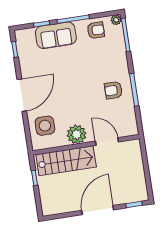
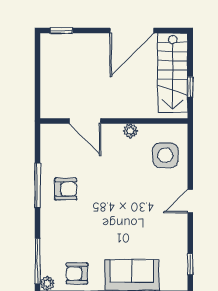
door: (22, 95) -> (190, 201), width x0.53
plant: (77, 134) -> (131, 131), width x0.53, depth x0.53
stairs: (66, 161) -> (173, 73), moved, turned -90
door: (98, 210) -> (132, 31), moved

